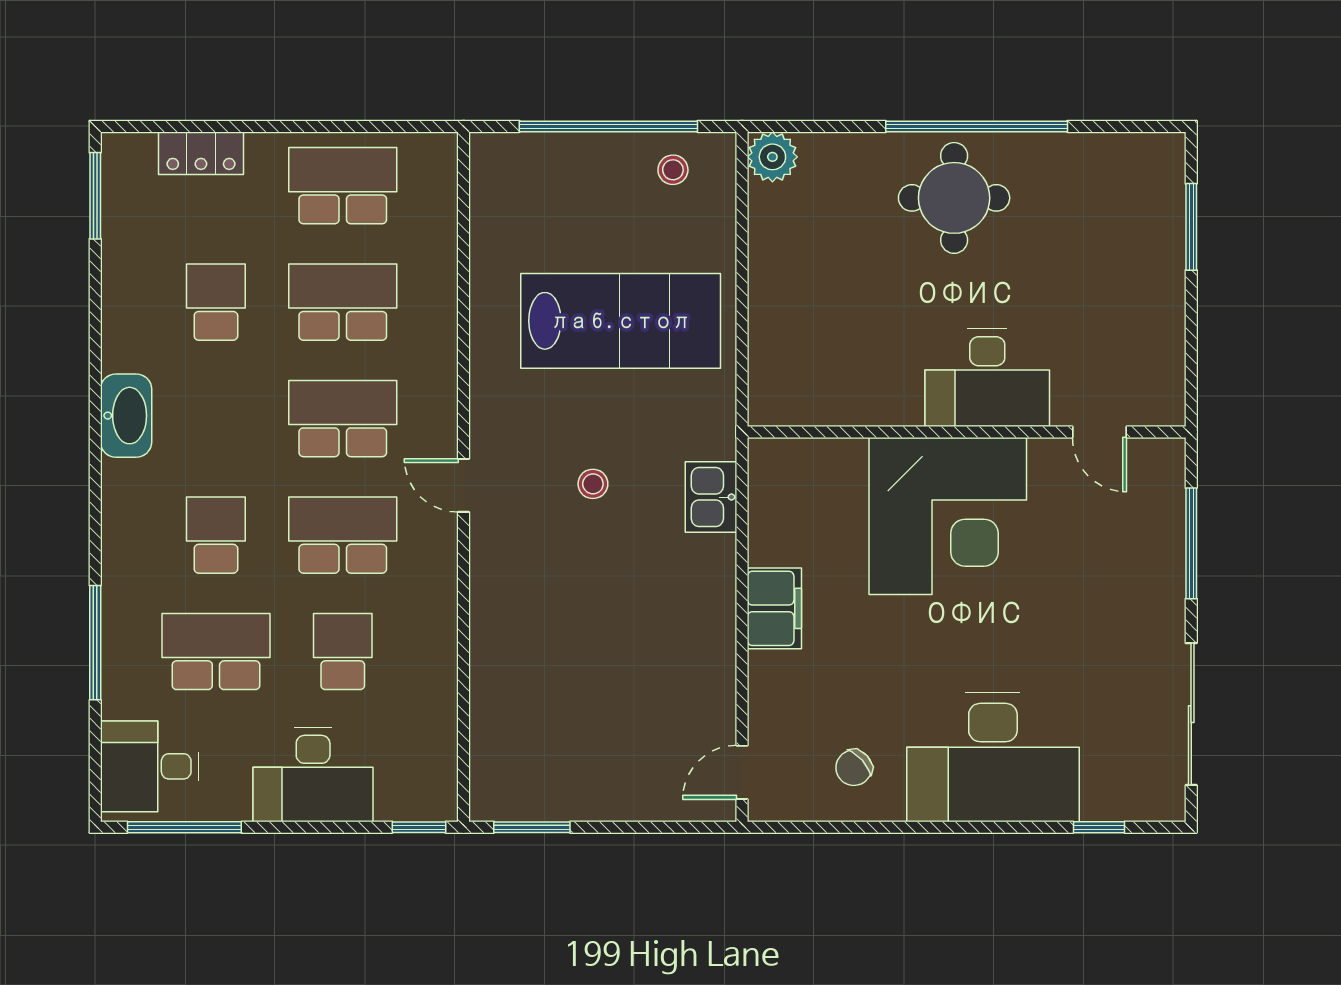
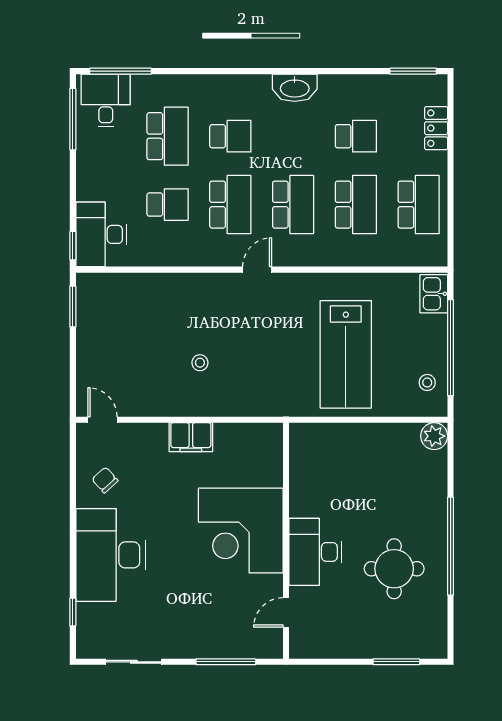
round table: (954, 198) -> (394, 569), moved
stool: (593, 484) -> (200, 363), moved
kitchen sink: (711, 497) -> (434, 294), moved, turned -90
window: (95, 643) -> (121, 71), moved
sliding door: (1191, 714) -> (134, 662), width x0.73
desk: (313, 775) -> (101, 234), moved

